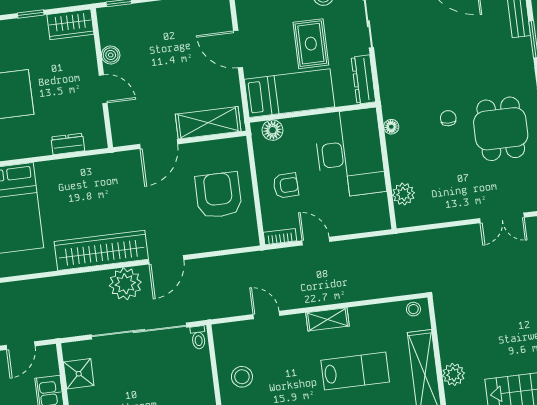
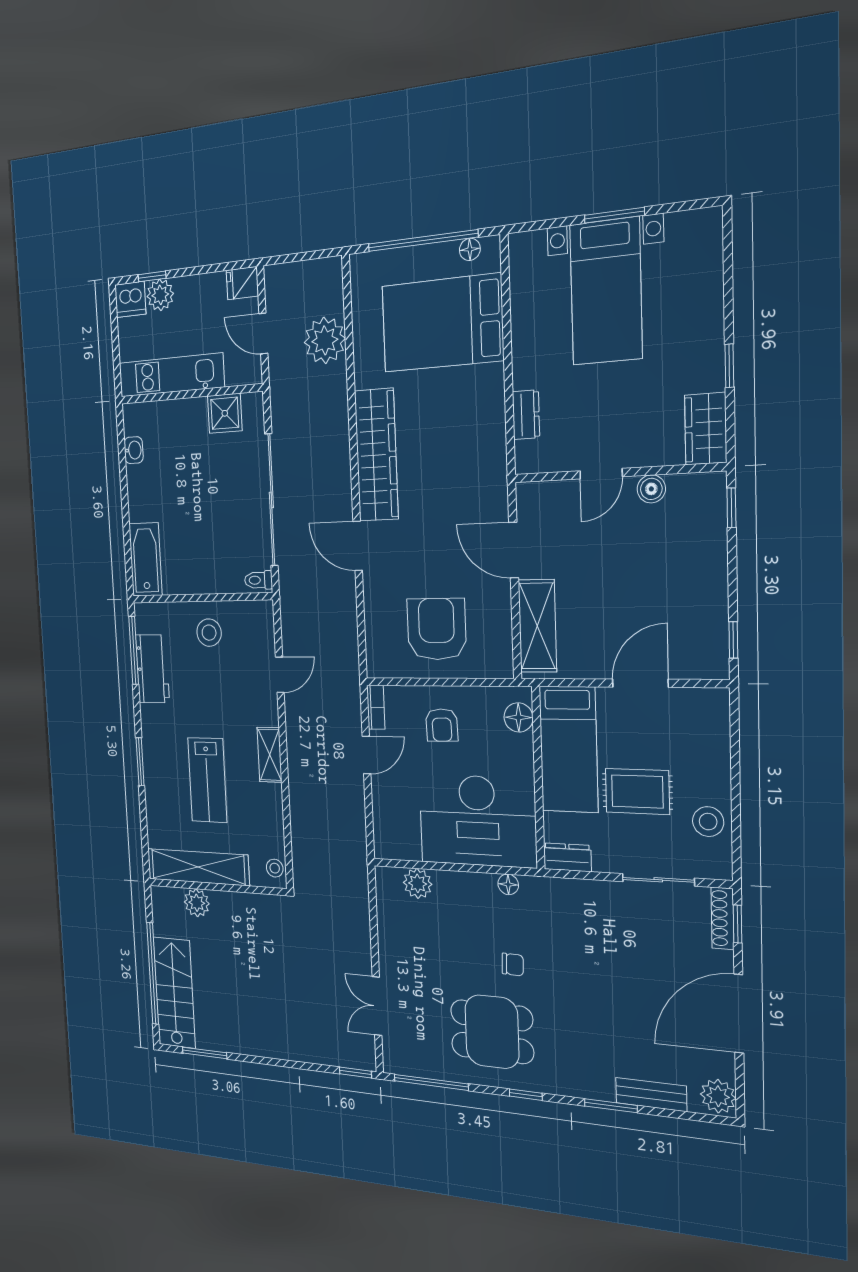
dresser: (363, 79) -> (567, 857), width x0.70
armchair: (219, 195) -> (437, 629), turned -90
plant: (125, 284) -> (325, 340), moved

